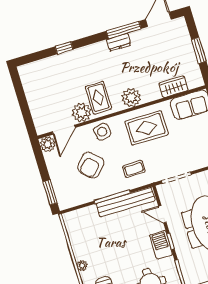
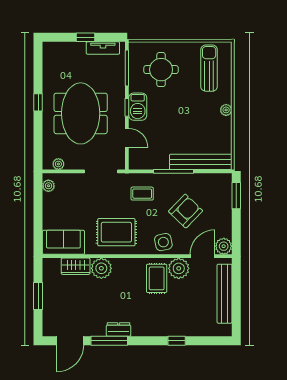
plant: (131, 98) -> (101, 268), moved
bench: (34, 102) -> (225, 294), added
bench: (126, 202) -> (201, 162), moved

